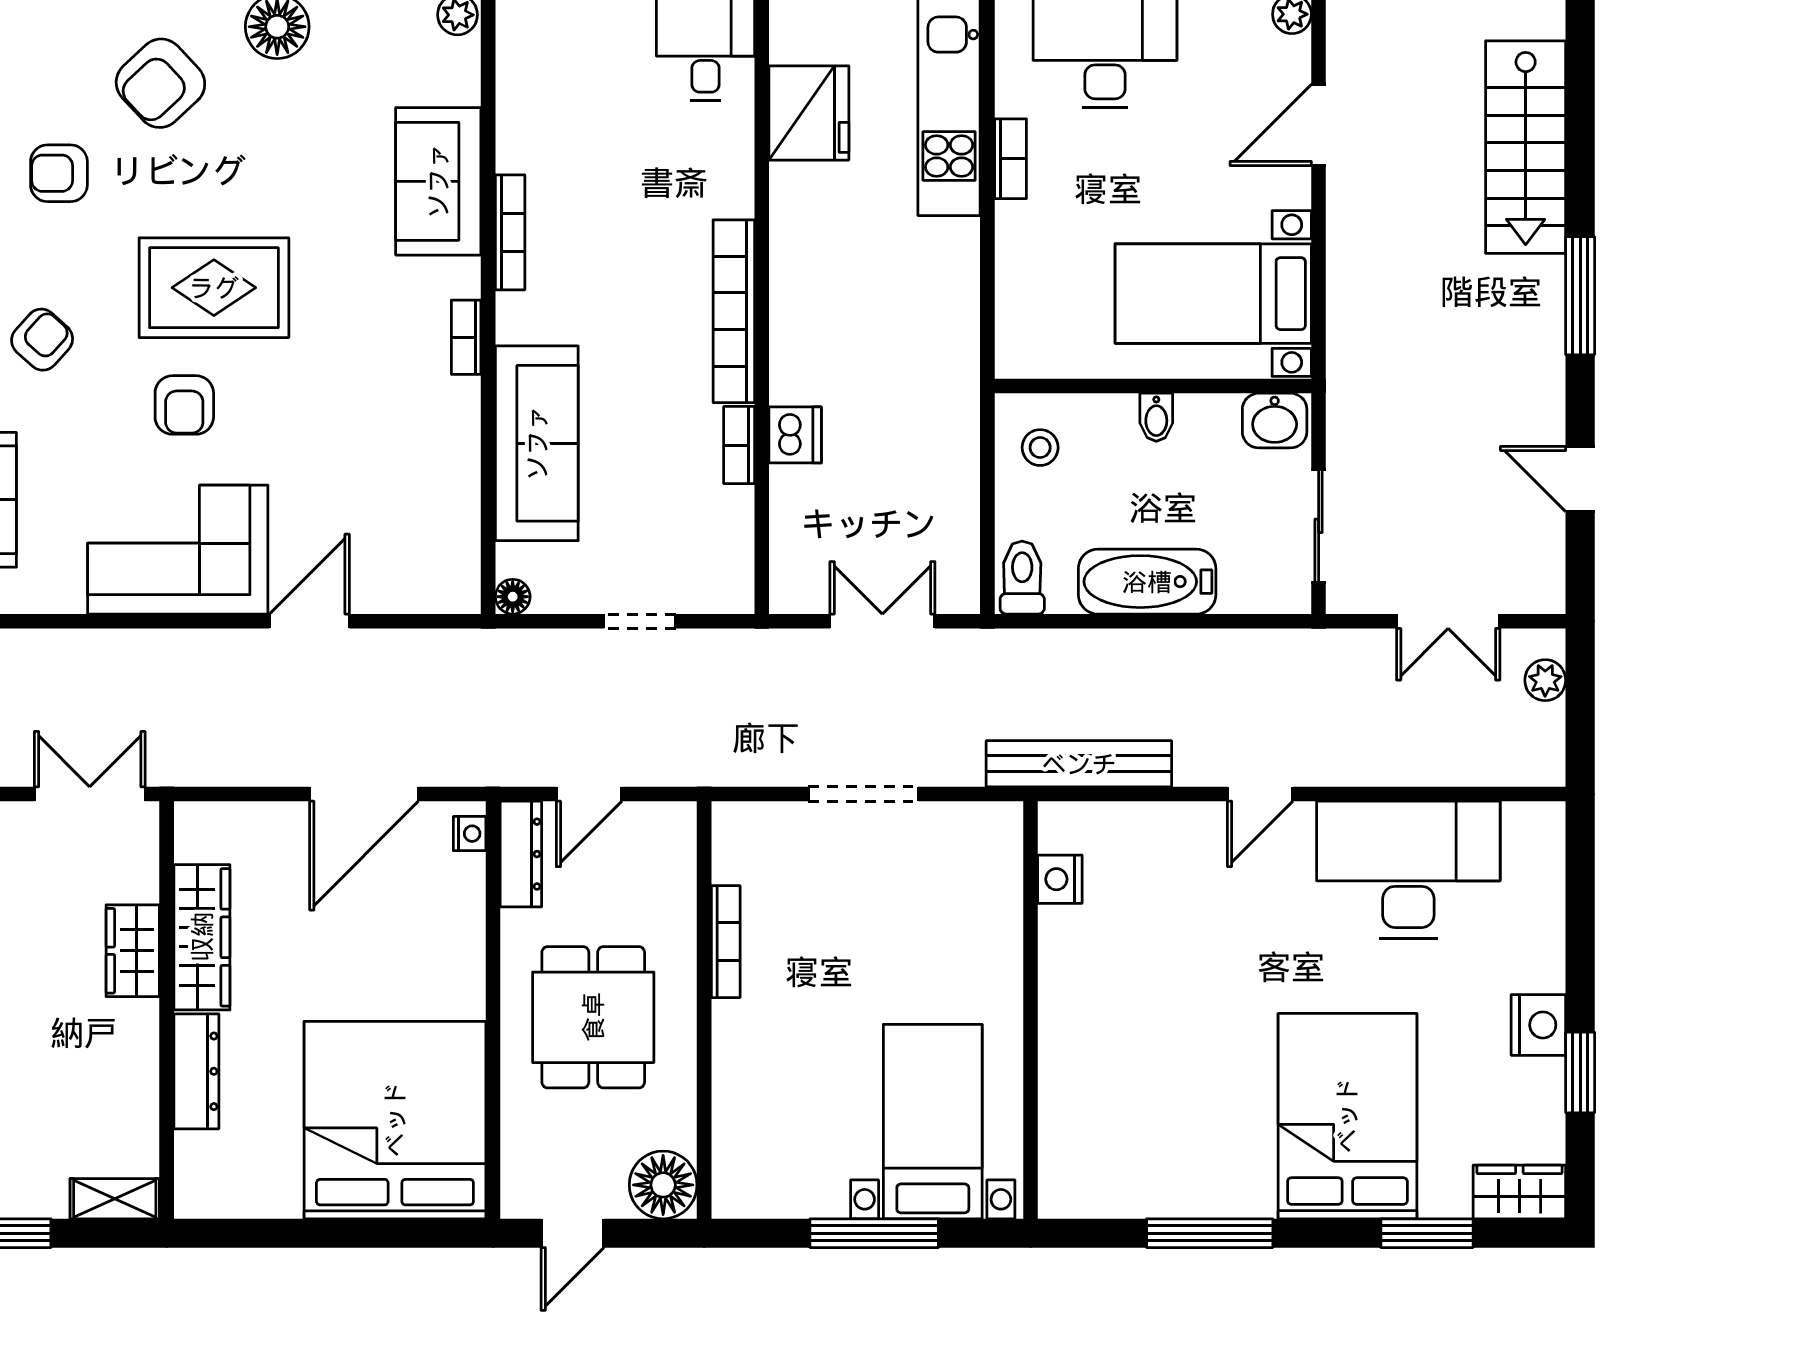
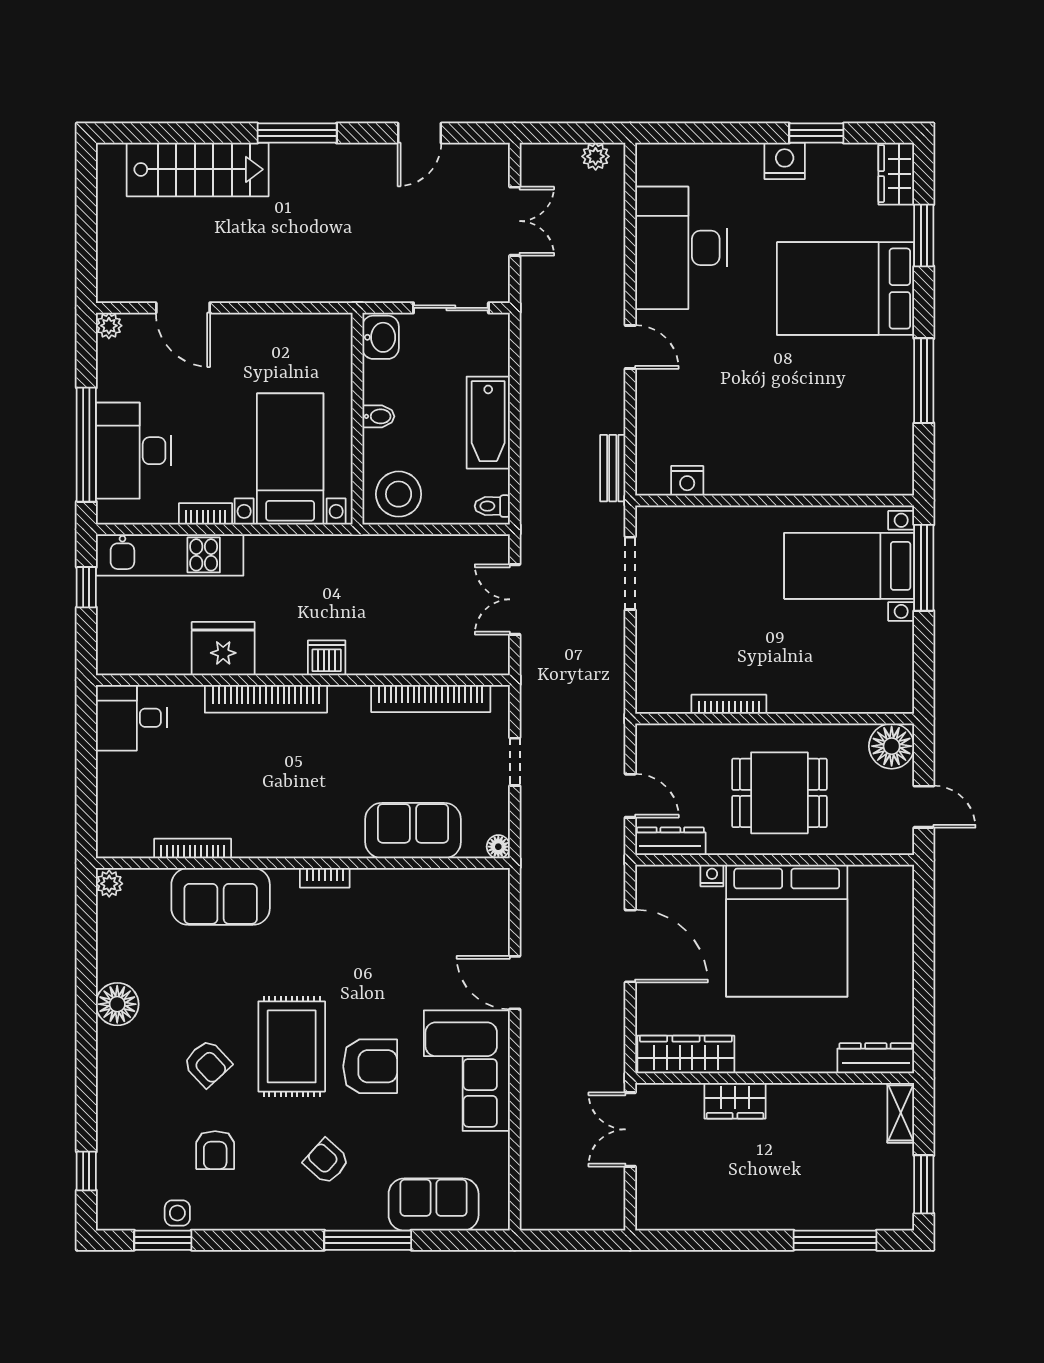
armchair: (160, 83) -> (207, 1063), moved, width x0.72, depth x0.72
fridge: (809, 113) -> (223, 649), moved
bookcase: (510, 232) -> (193, 848), moved
bed with nightstands: (1213, 294) -> (290, 459), moved, turned 180
bookcase: (734, 311) -> (266, 699), moved
armchair: (184, 405) -> (370, 1066), width x1.38, depth x1.38
dishwasher: (795, 435) -> (327, 658), moved
sofa: (537, 443) -> (413, 831), width x0.73
bookcase: (739, 445) -> (431, 699), width x2.31, depth x1.31
stool: (1040, 448) -> (399, 494), width x1.89, depth x1.89
toilet: (1022, 578) -> (492, 506), width x0.73, depth x0.72
plant: (1545, 680) -> (596, 156), moved
bench: (1079, 764) -> (613, 468), width x0.54, depth x0.82
doorway: (863, 794) -> (630, 573), moved
nightstand: (470, 834) -> (712, 876), moved
wardrobe: (202, 937) -> (686, 1054), moved
dresser: (196, 1071) -> (876, 1058), moved
bed: (395, 1120) -> (787, 931), moved, turned -90
window: (874, 1233) -> (924, 568), moved

